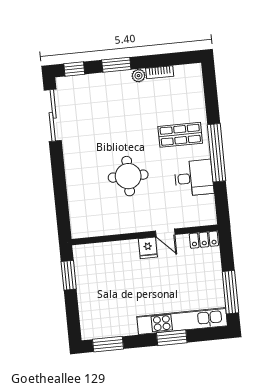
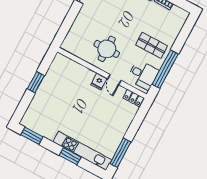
door: (165, 233) -> (114, 80), moved
wall: (145, 235) -> (102, 73), moved
locker: (204, 240) -> (133, 98), moved
fridge: (148, 248) -> (99, 81), moved

